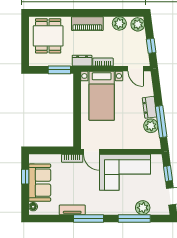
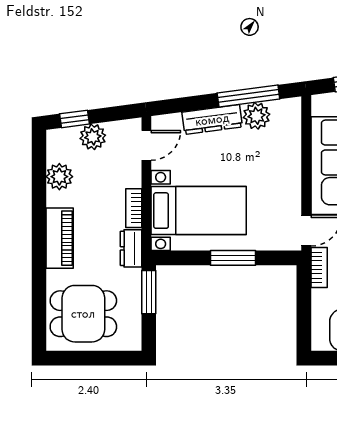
plant: (138, 24) -> (93, 137), moved
window: (151, 46) -> (75, 119), moved
dresser: (150, 107) -> (212, 120), width x1.44
window: (77, 114) -> (233, 258), added

